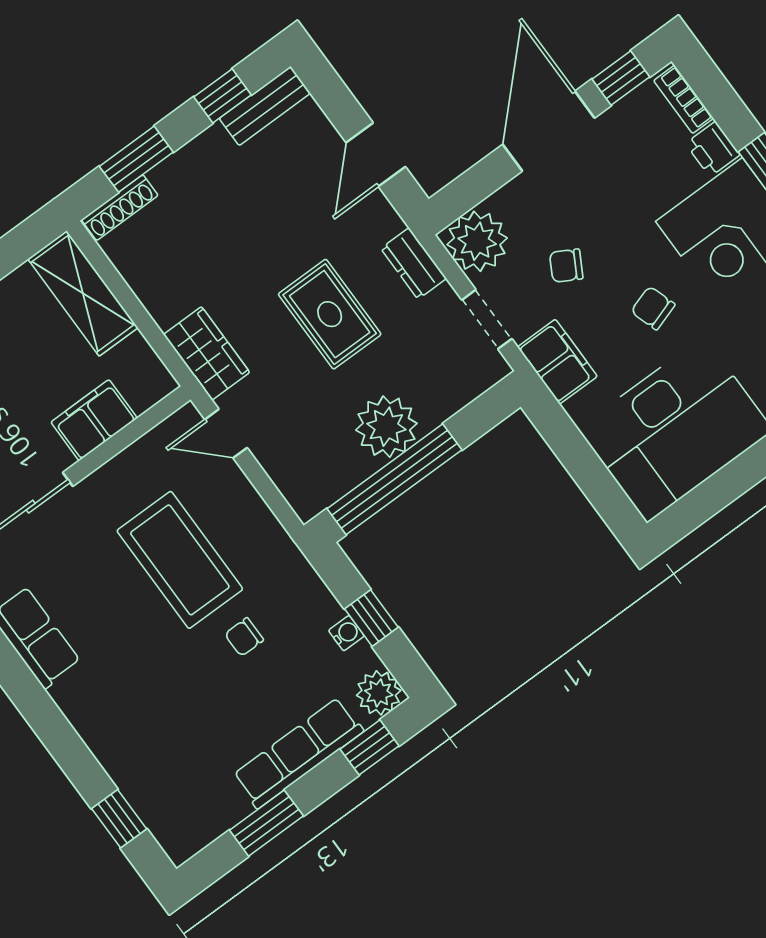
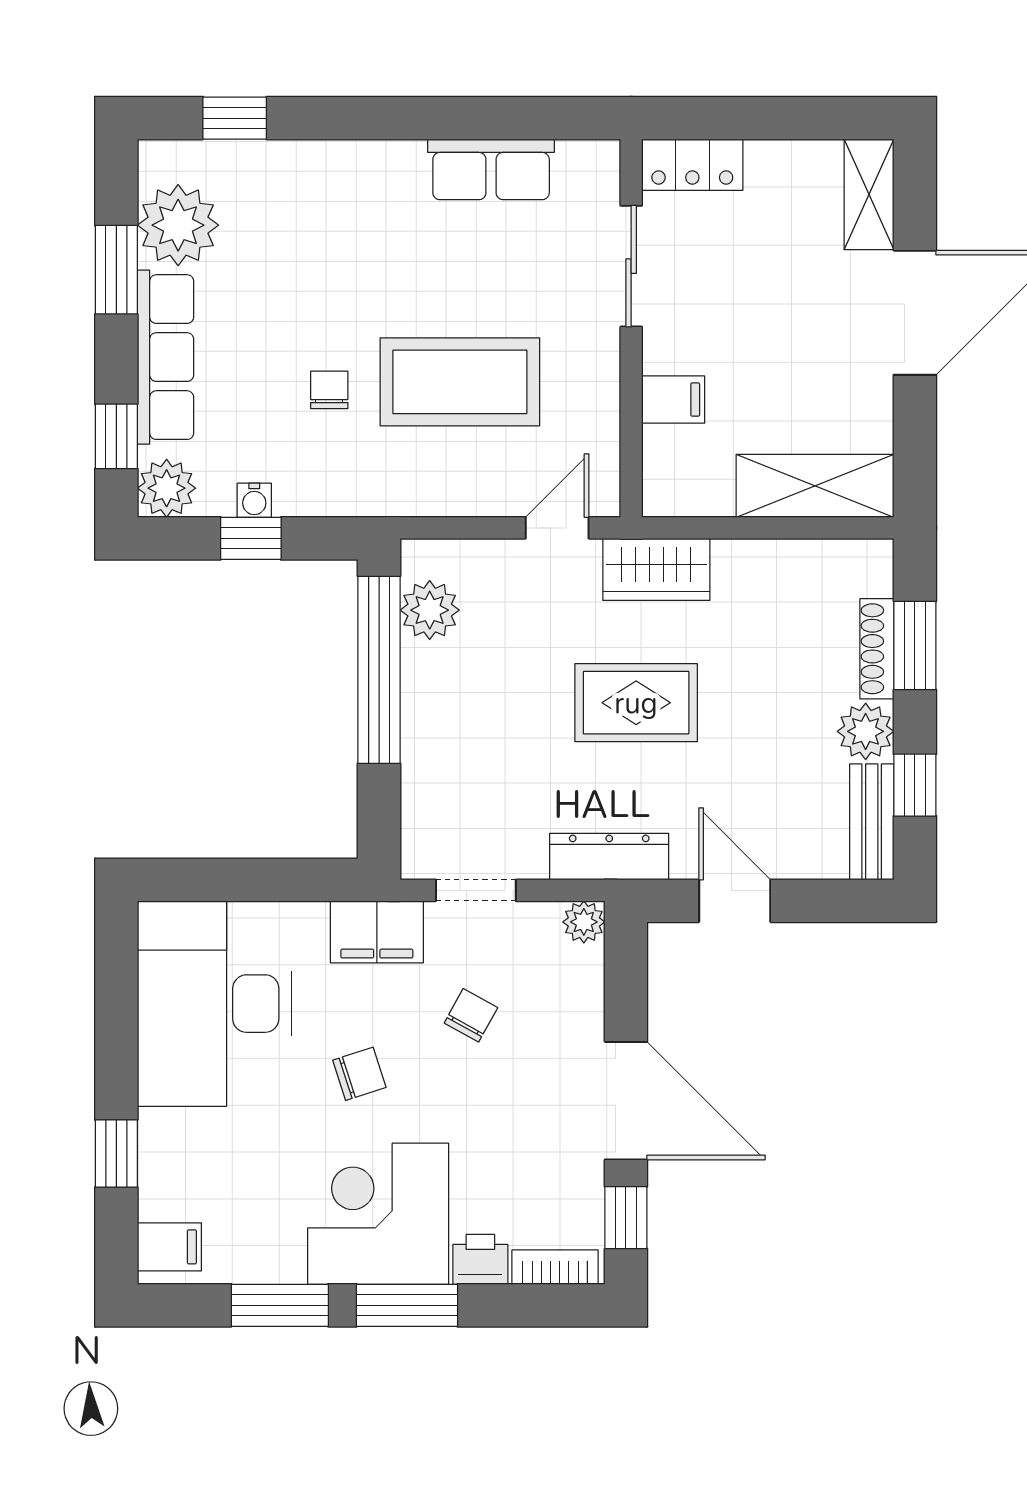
plant: (212, 151) -> (866, 731), added
shoe rack: (120, 208) -> (877, 649), moved
plant: (477, 241) -> (584, 922), width x0.53, depth x0.53
dresser: (414, 263) -> (609, 857), width x1.44
rug: (330, 314) -> (636, 703), moved
filing cabinet: (94, 420) -> (673, 400), width x0.50
plant: (386, 427) -> (430, 610), moved, width x0.73, depth x0.73
plant: (211, 805) -> (178, 225), added

